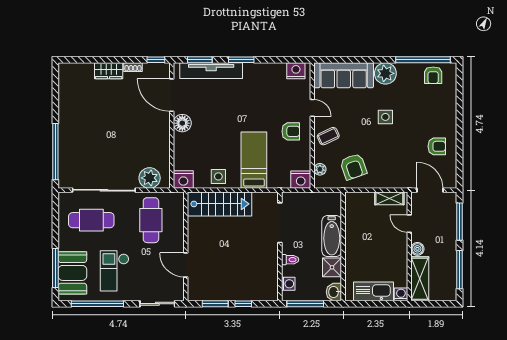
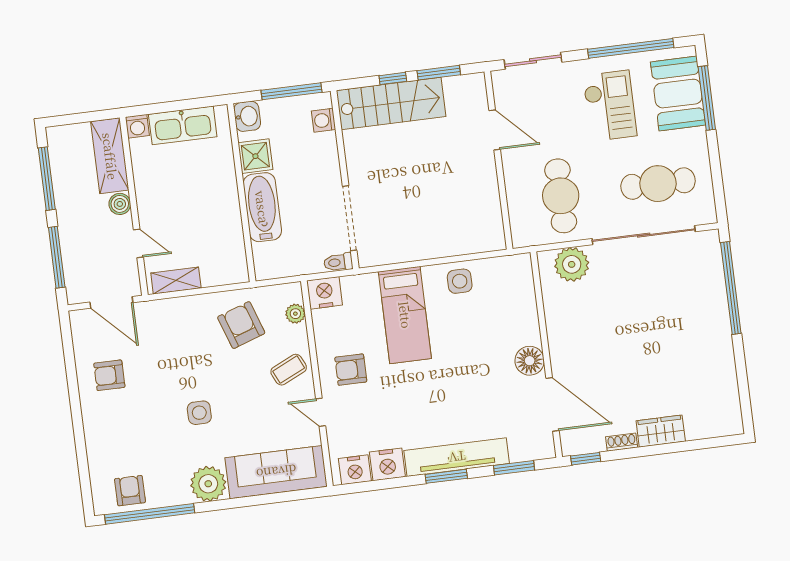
tv unit: (211, 71) -> (457, 457), moved
nightstand: (183, 180) -> (387, 464), moved, turned 180
stairs: (220, 204) -> (391, 103), moved, turned 180
toilet: (290, 260) -> (338, 262), moved

